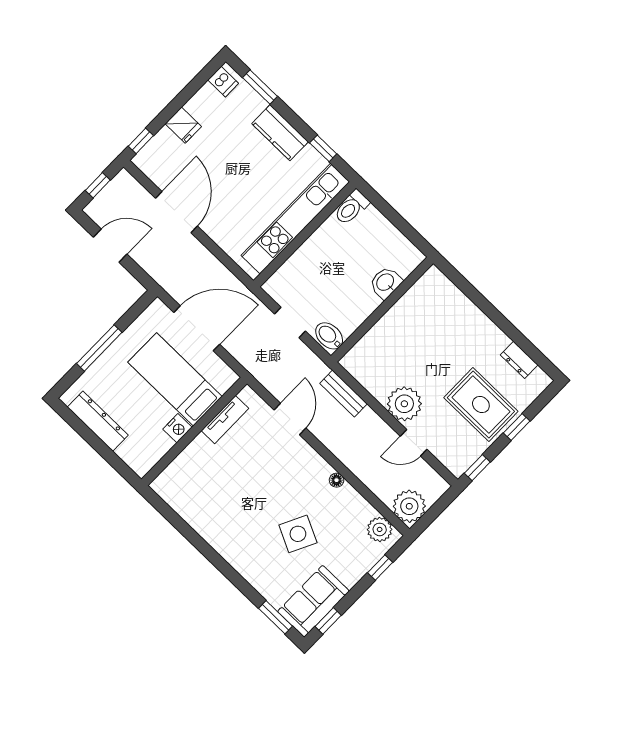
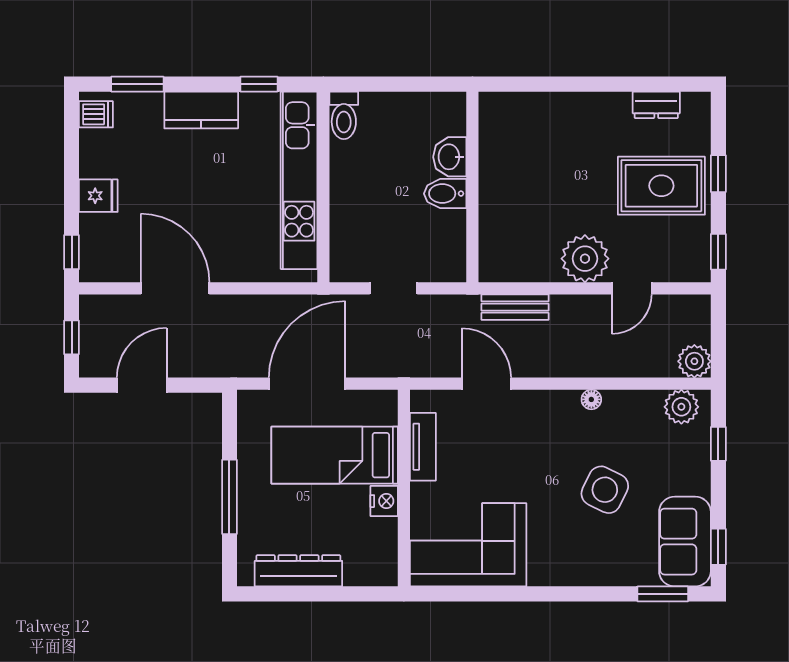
bidet: (329, 336) -> (445, 194), moved
corner sofa: (199, 493) -> (468, 545), added
plant: (409, 506) -> (694, 361), width x0.73, depth x0.73

